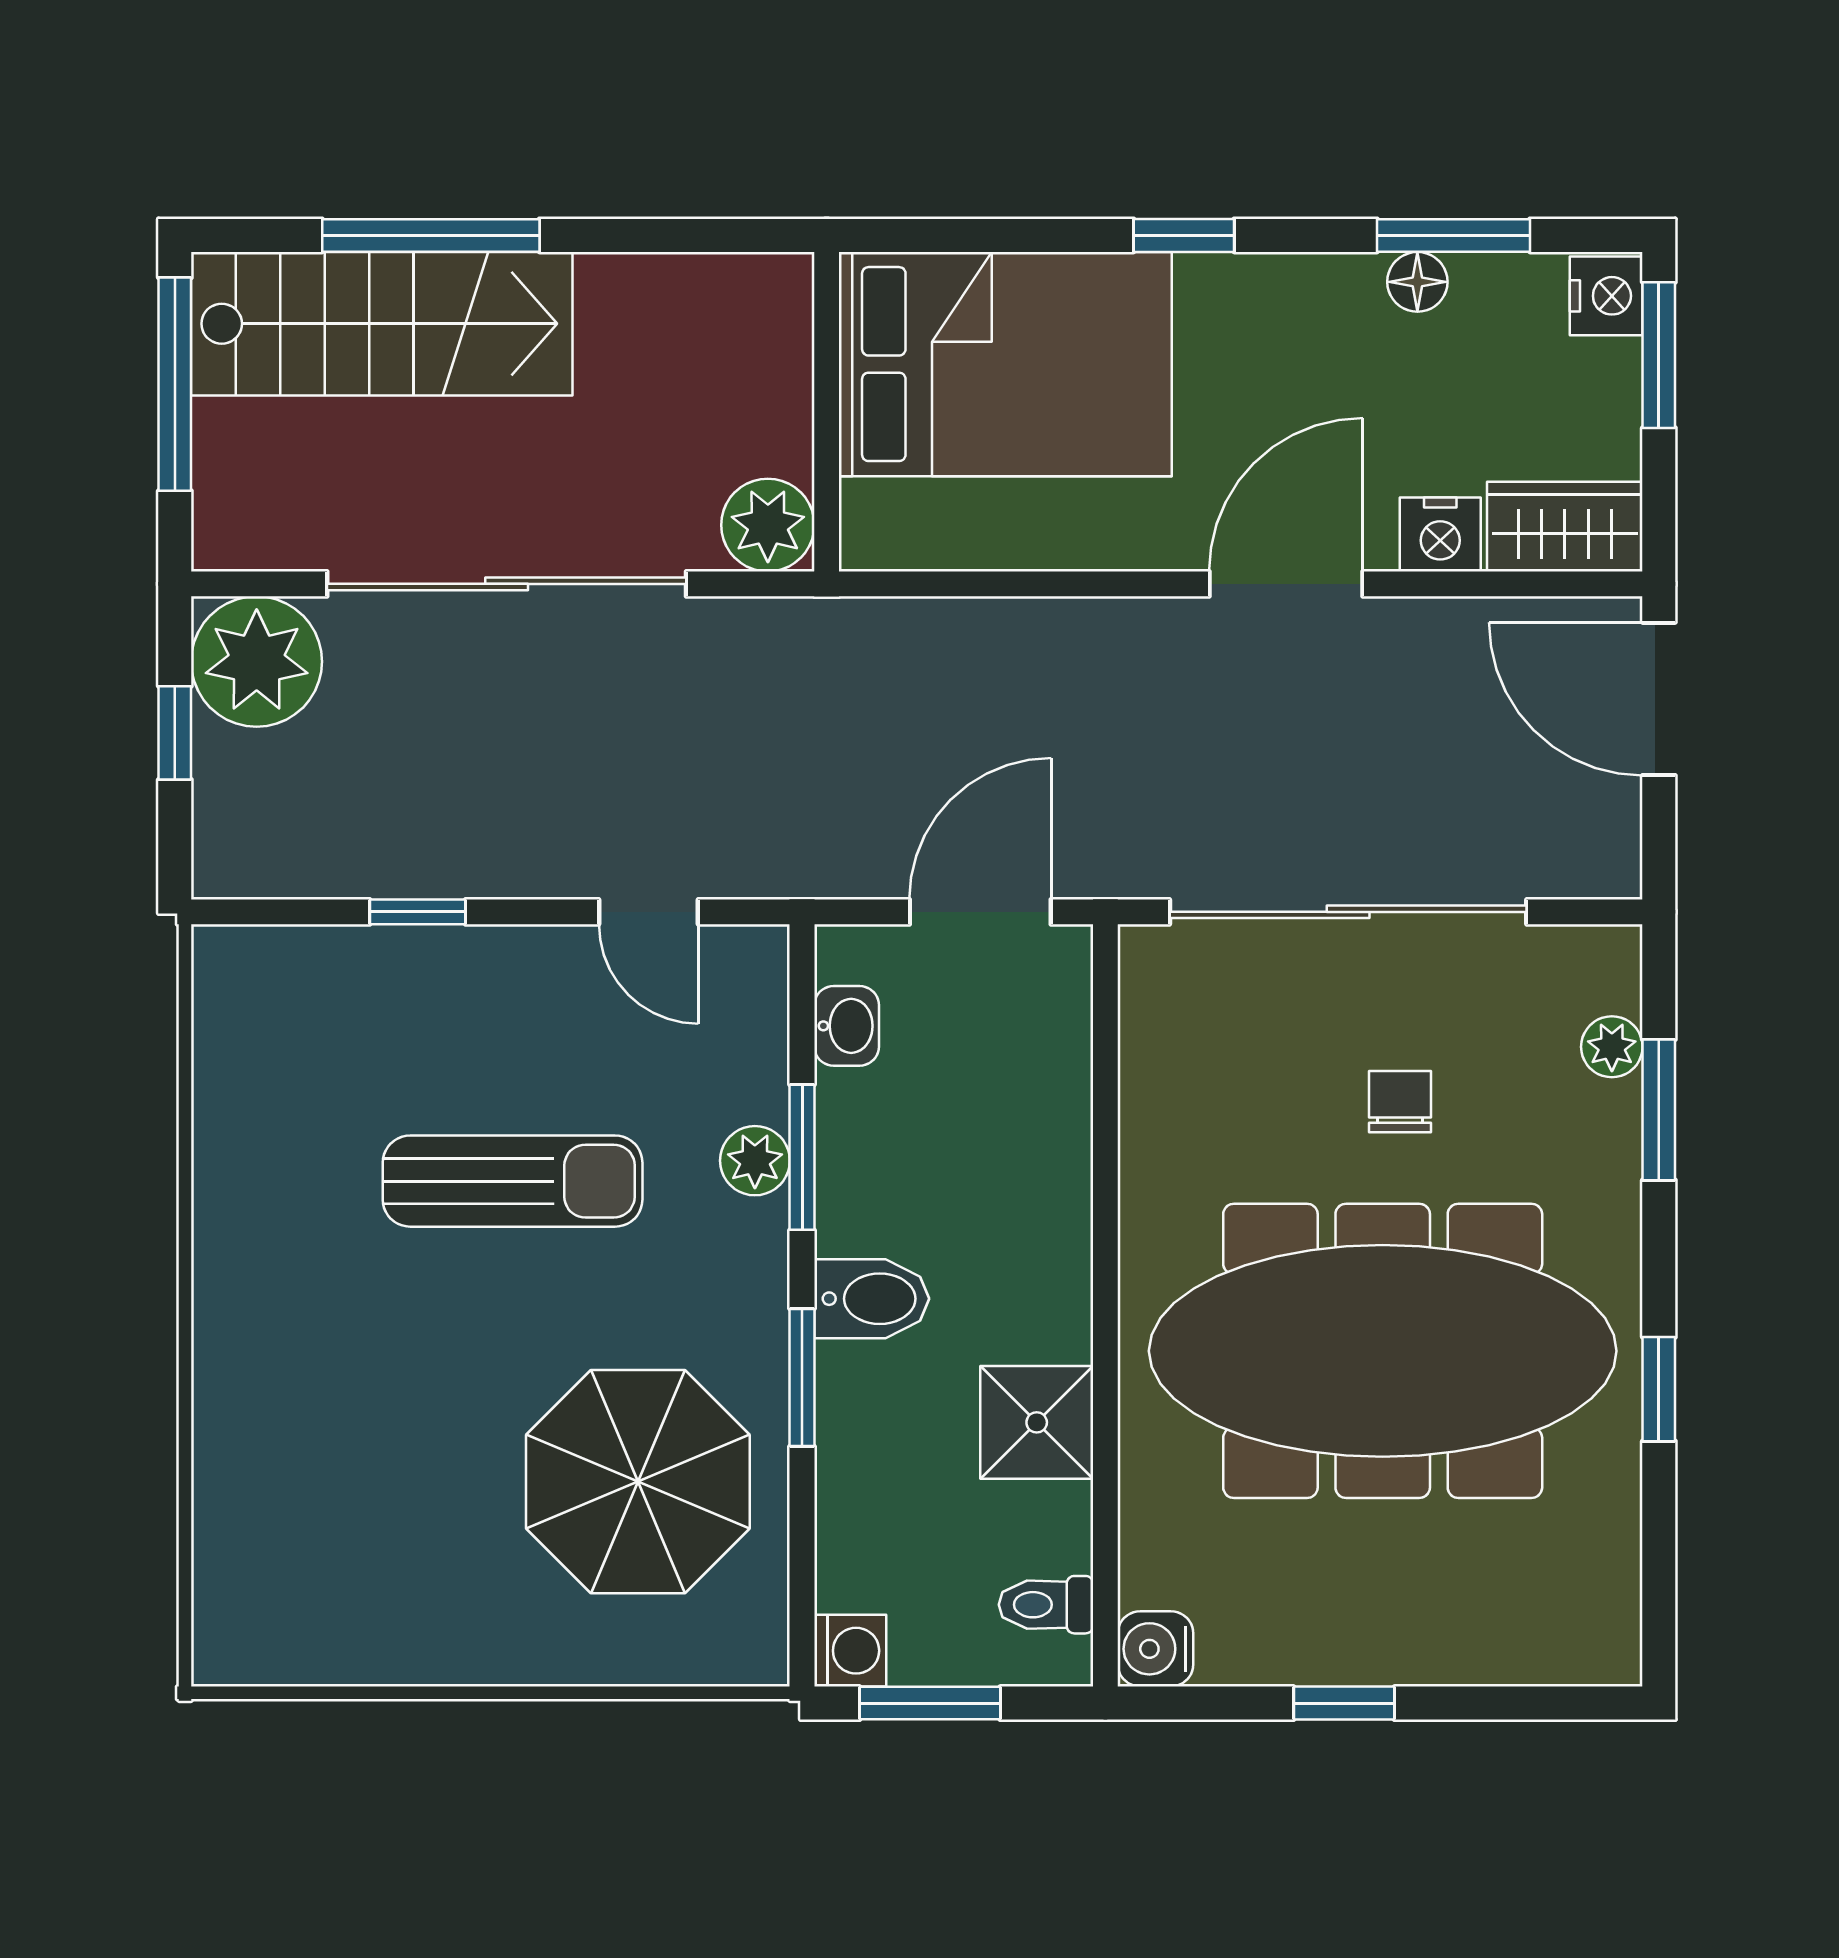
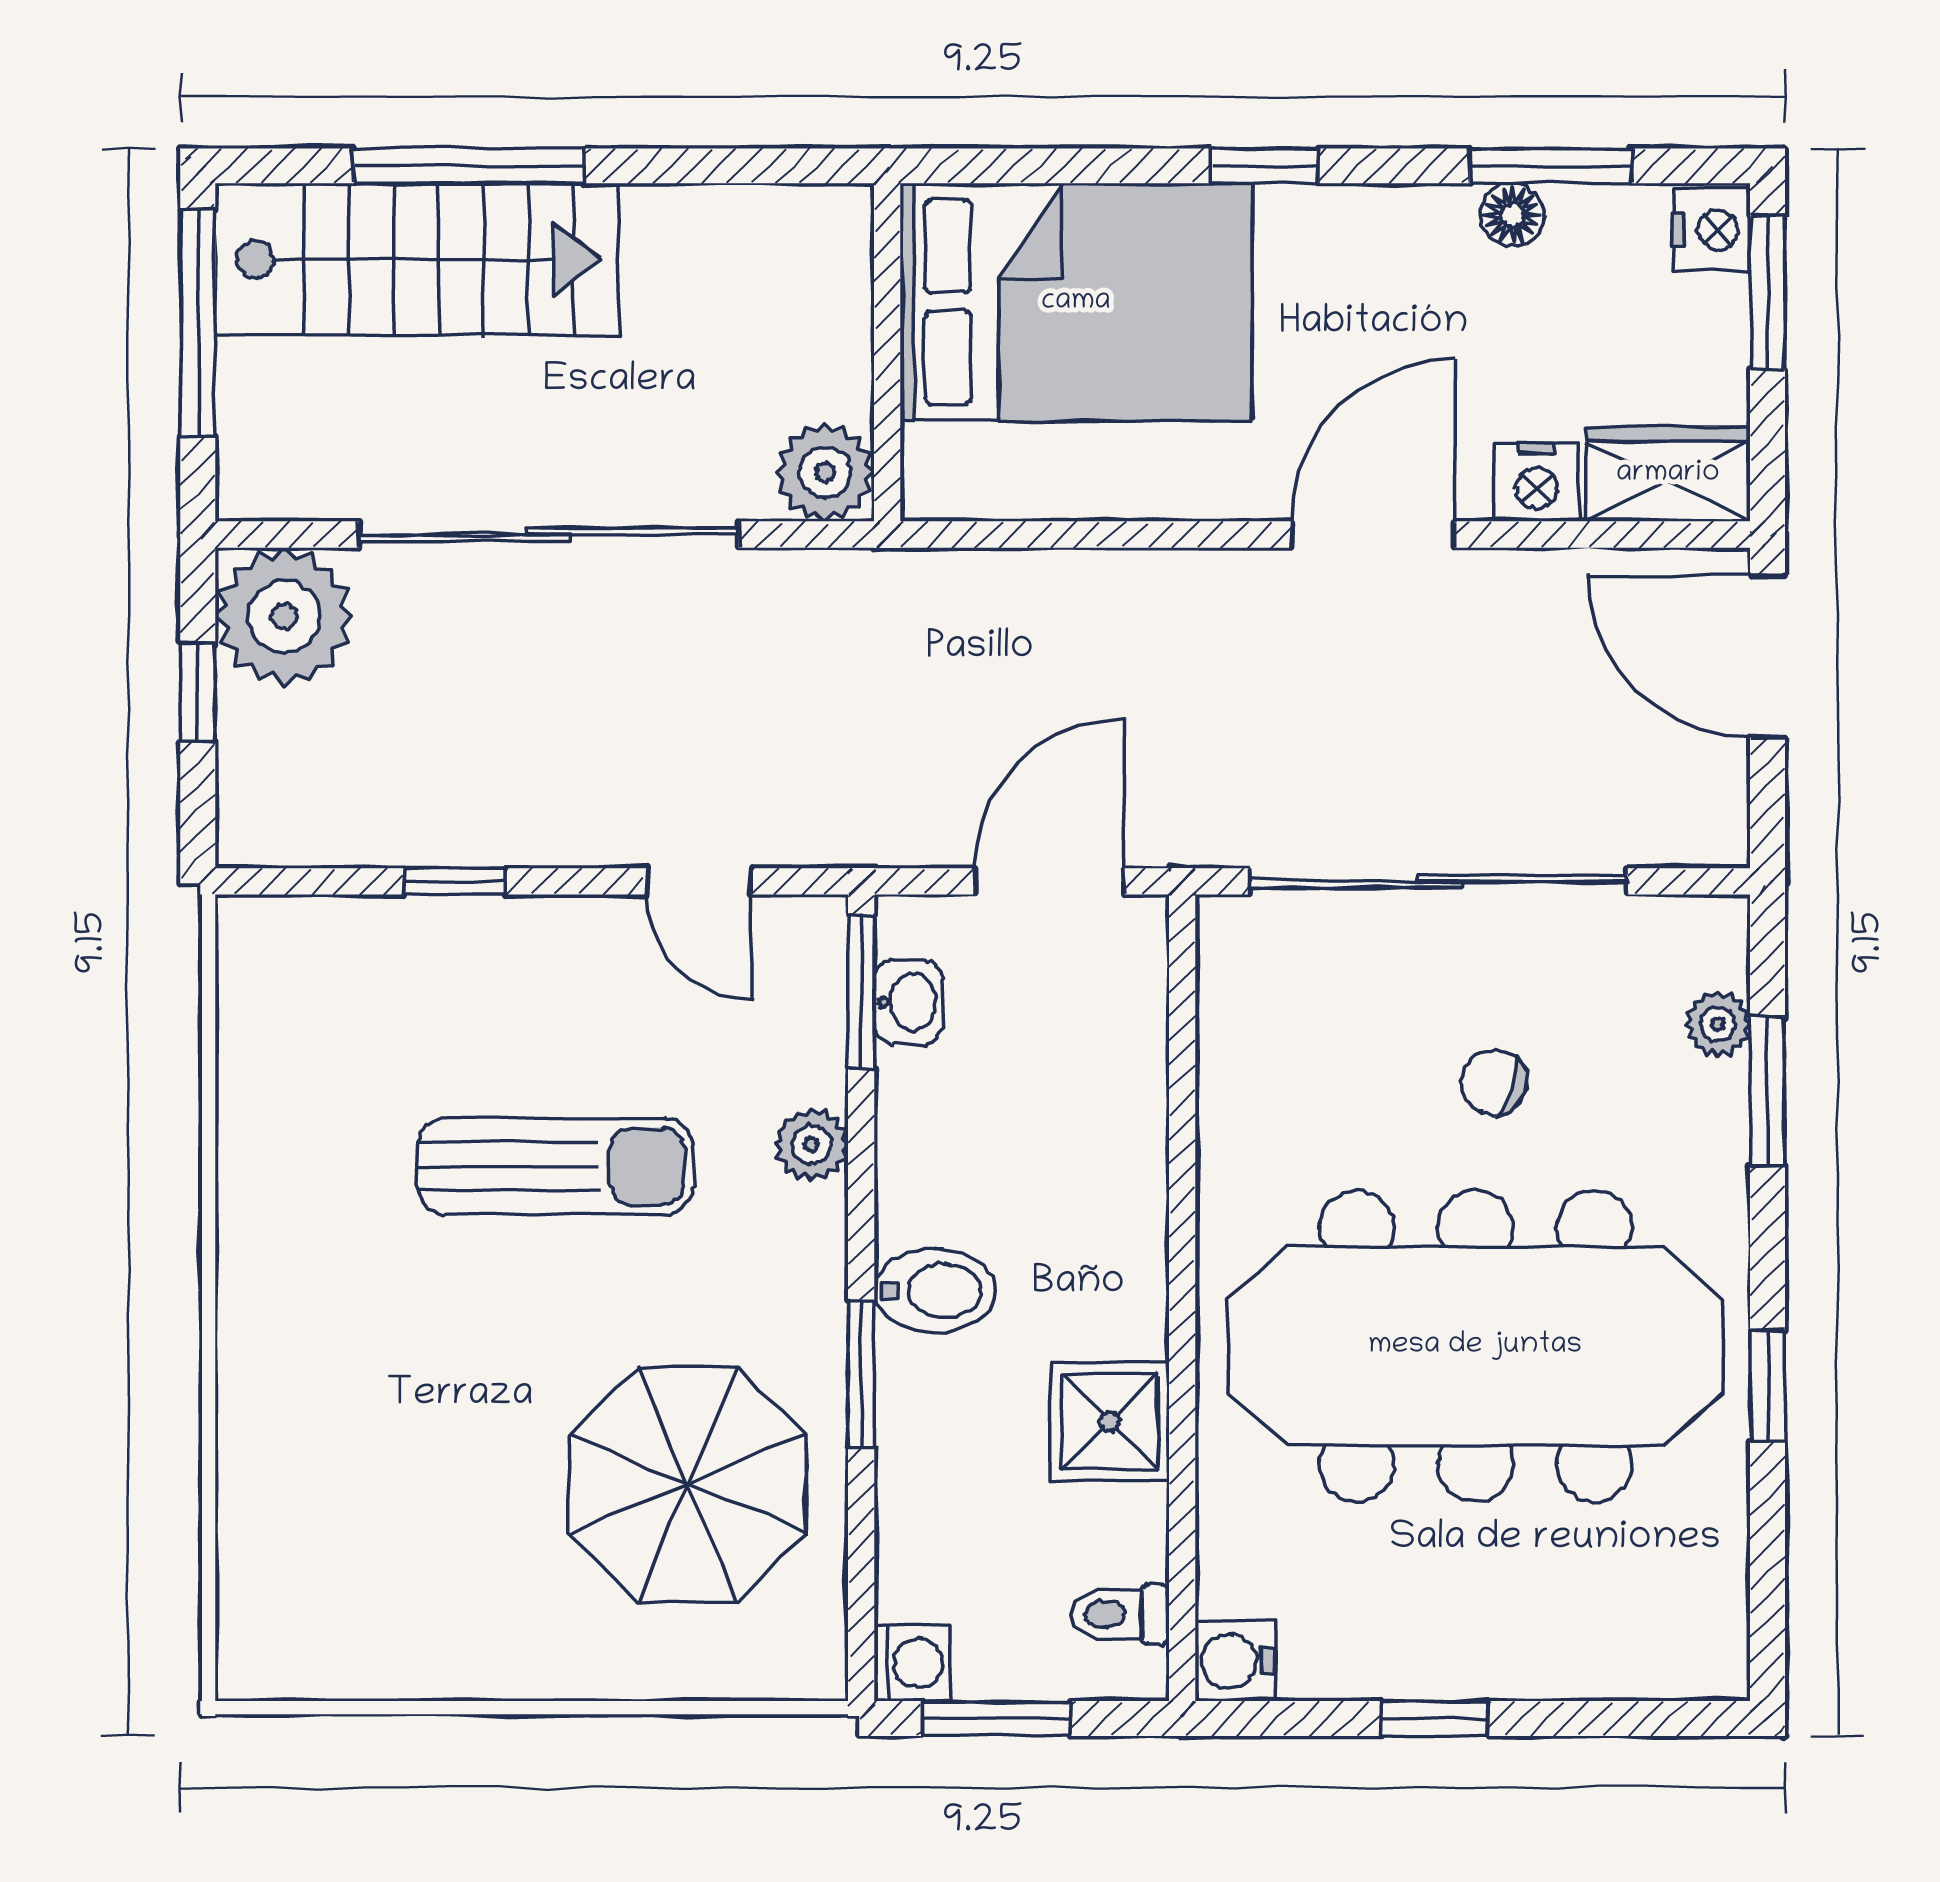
chair: (1400, 1102) -> (1494, 1082), turned -69
window: (802, 1157) -> (861, 992), moved

